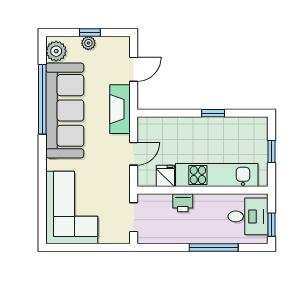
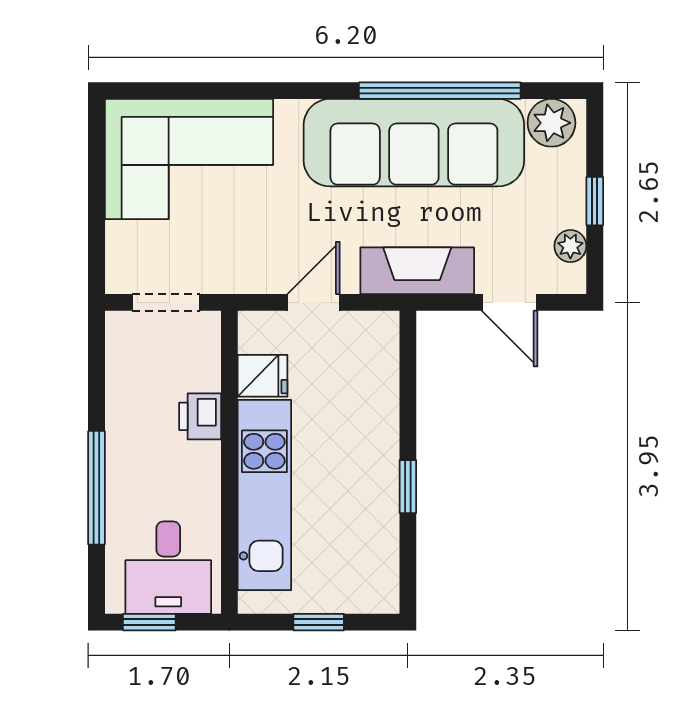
plant: (88, 43) -> (570, 246), moved
door: (134, 154) -> (314, 302), swing flipped

